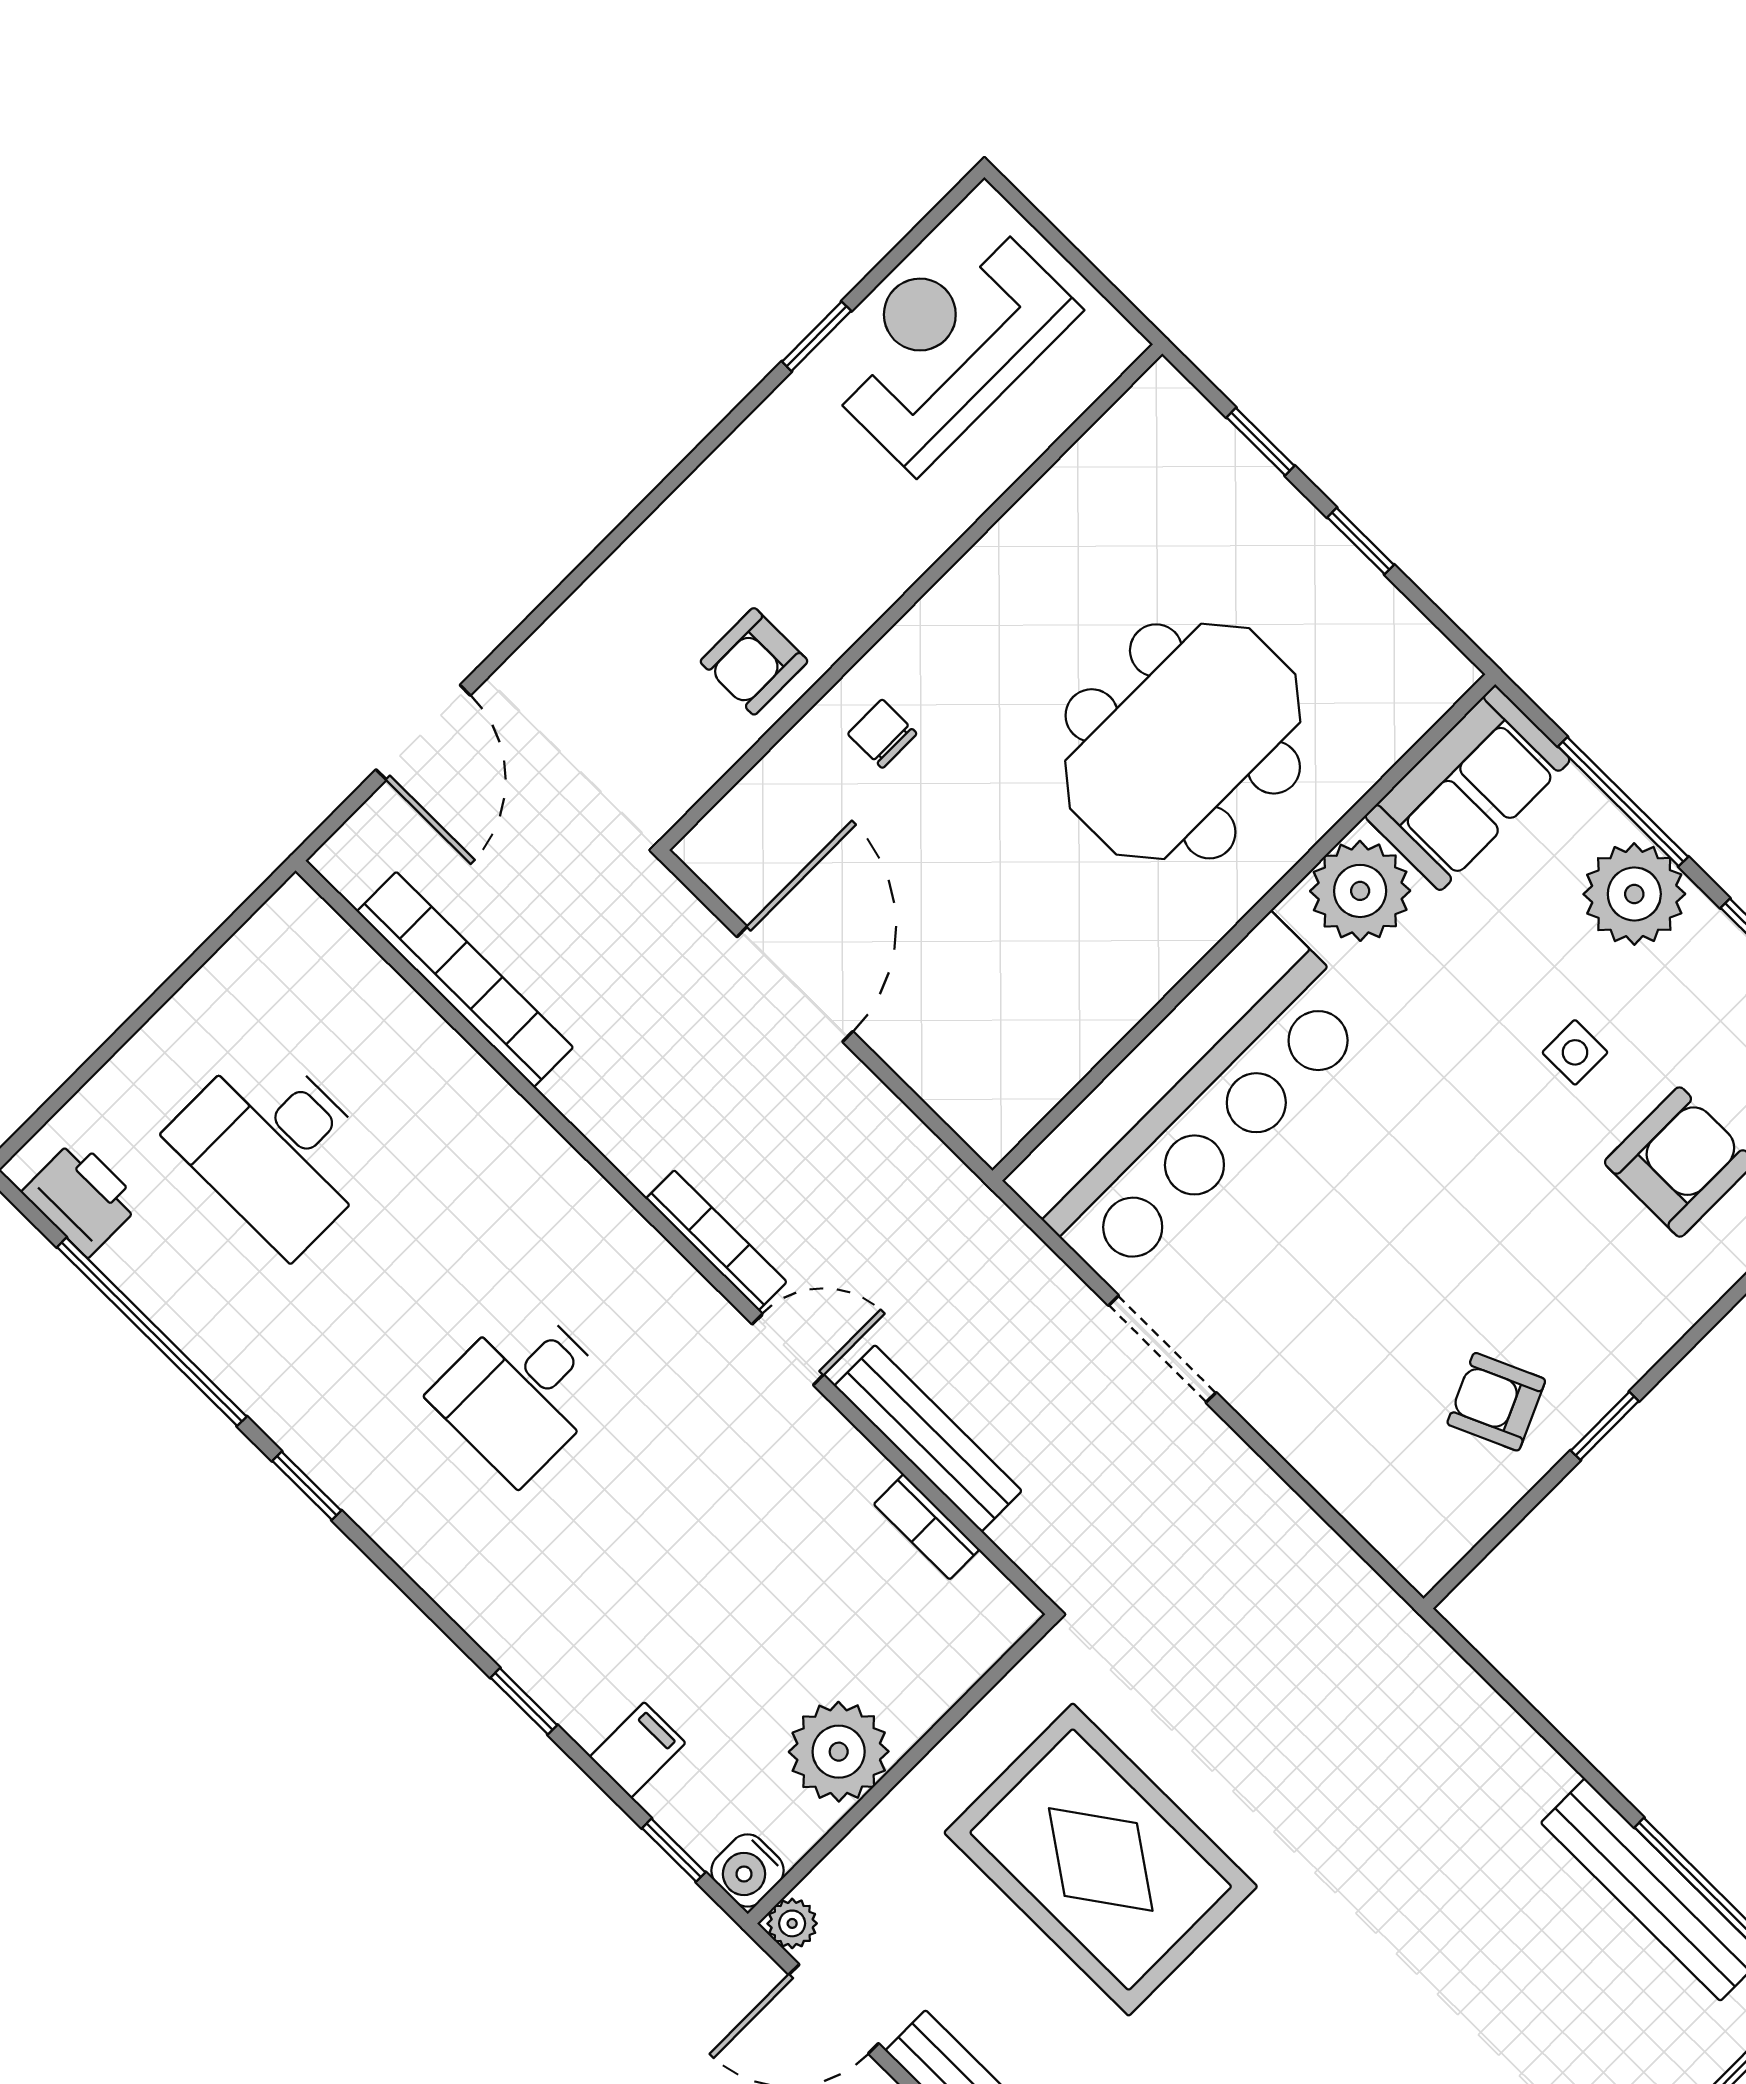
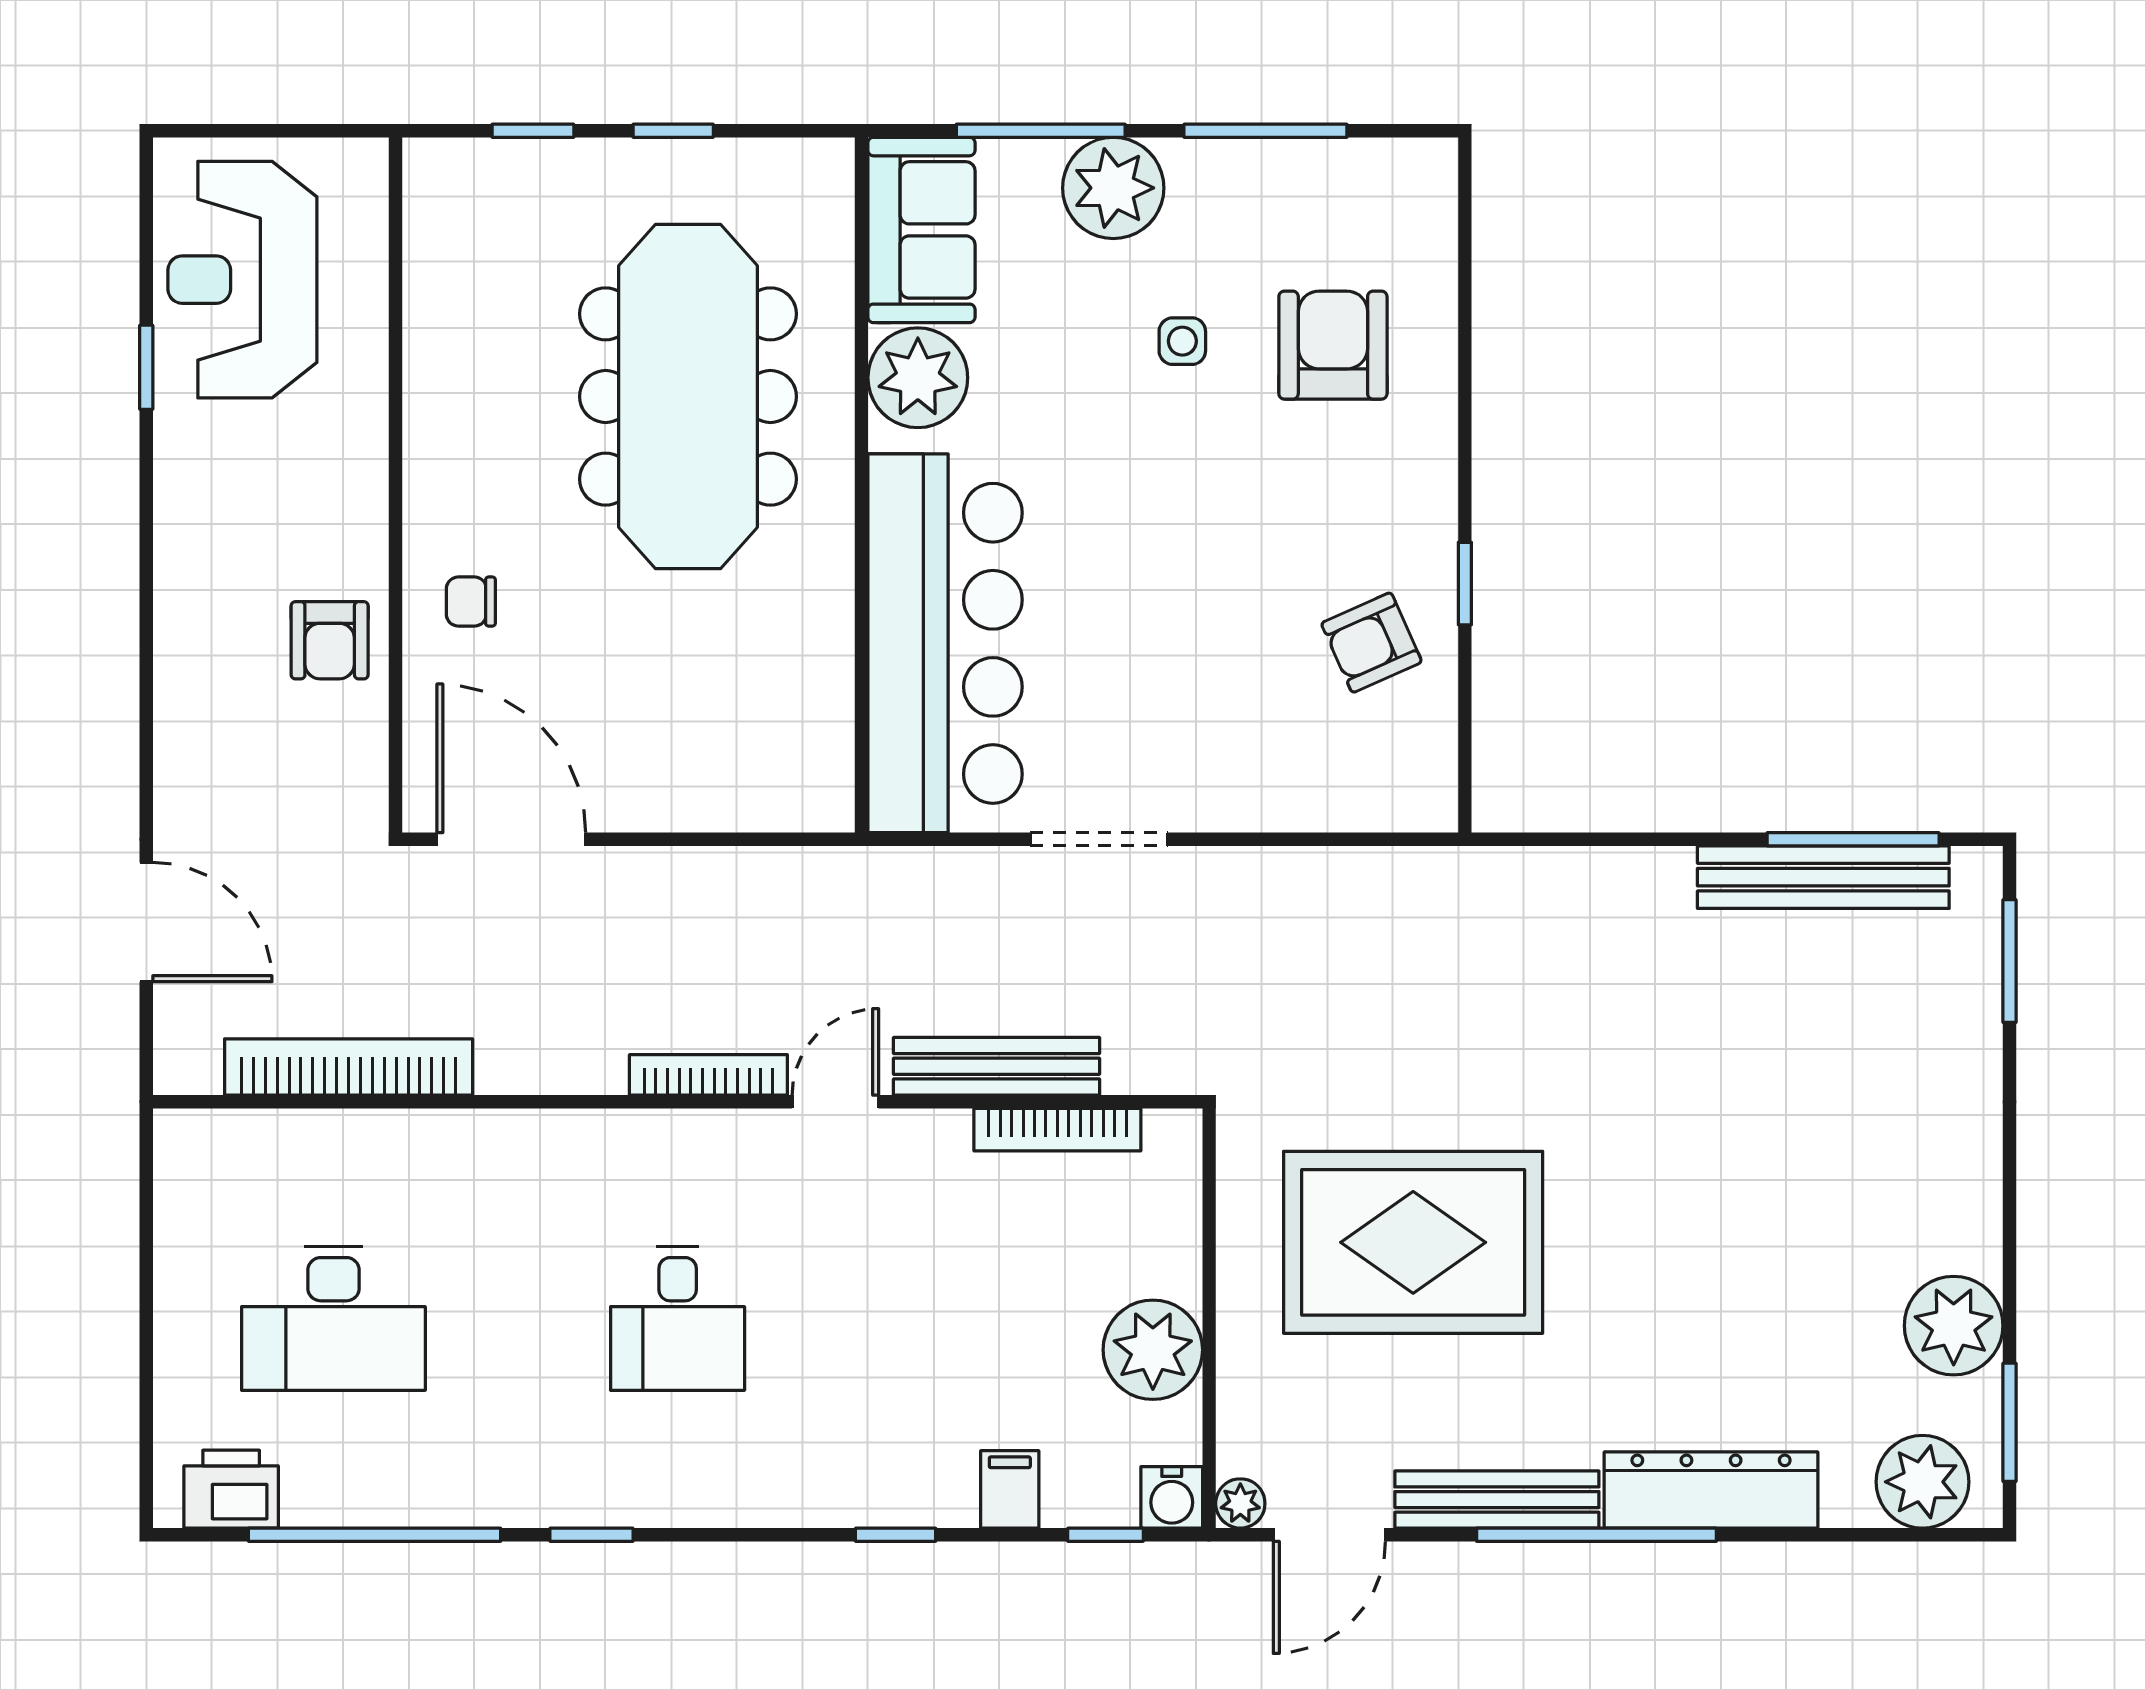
meeting table: (1183, 741) -> (688, 397), width x1.36
door: (795, 984) -> (511, 839), moved
bookcase: (927, 1527) -> (1057, 1130), width x1.56

